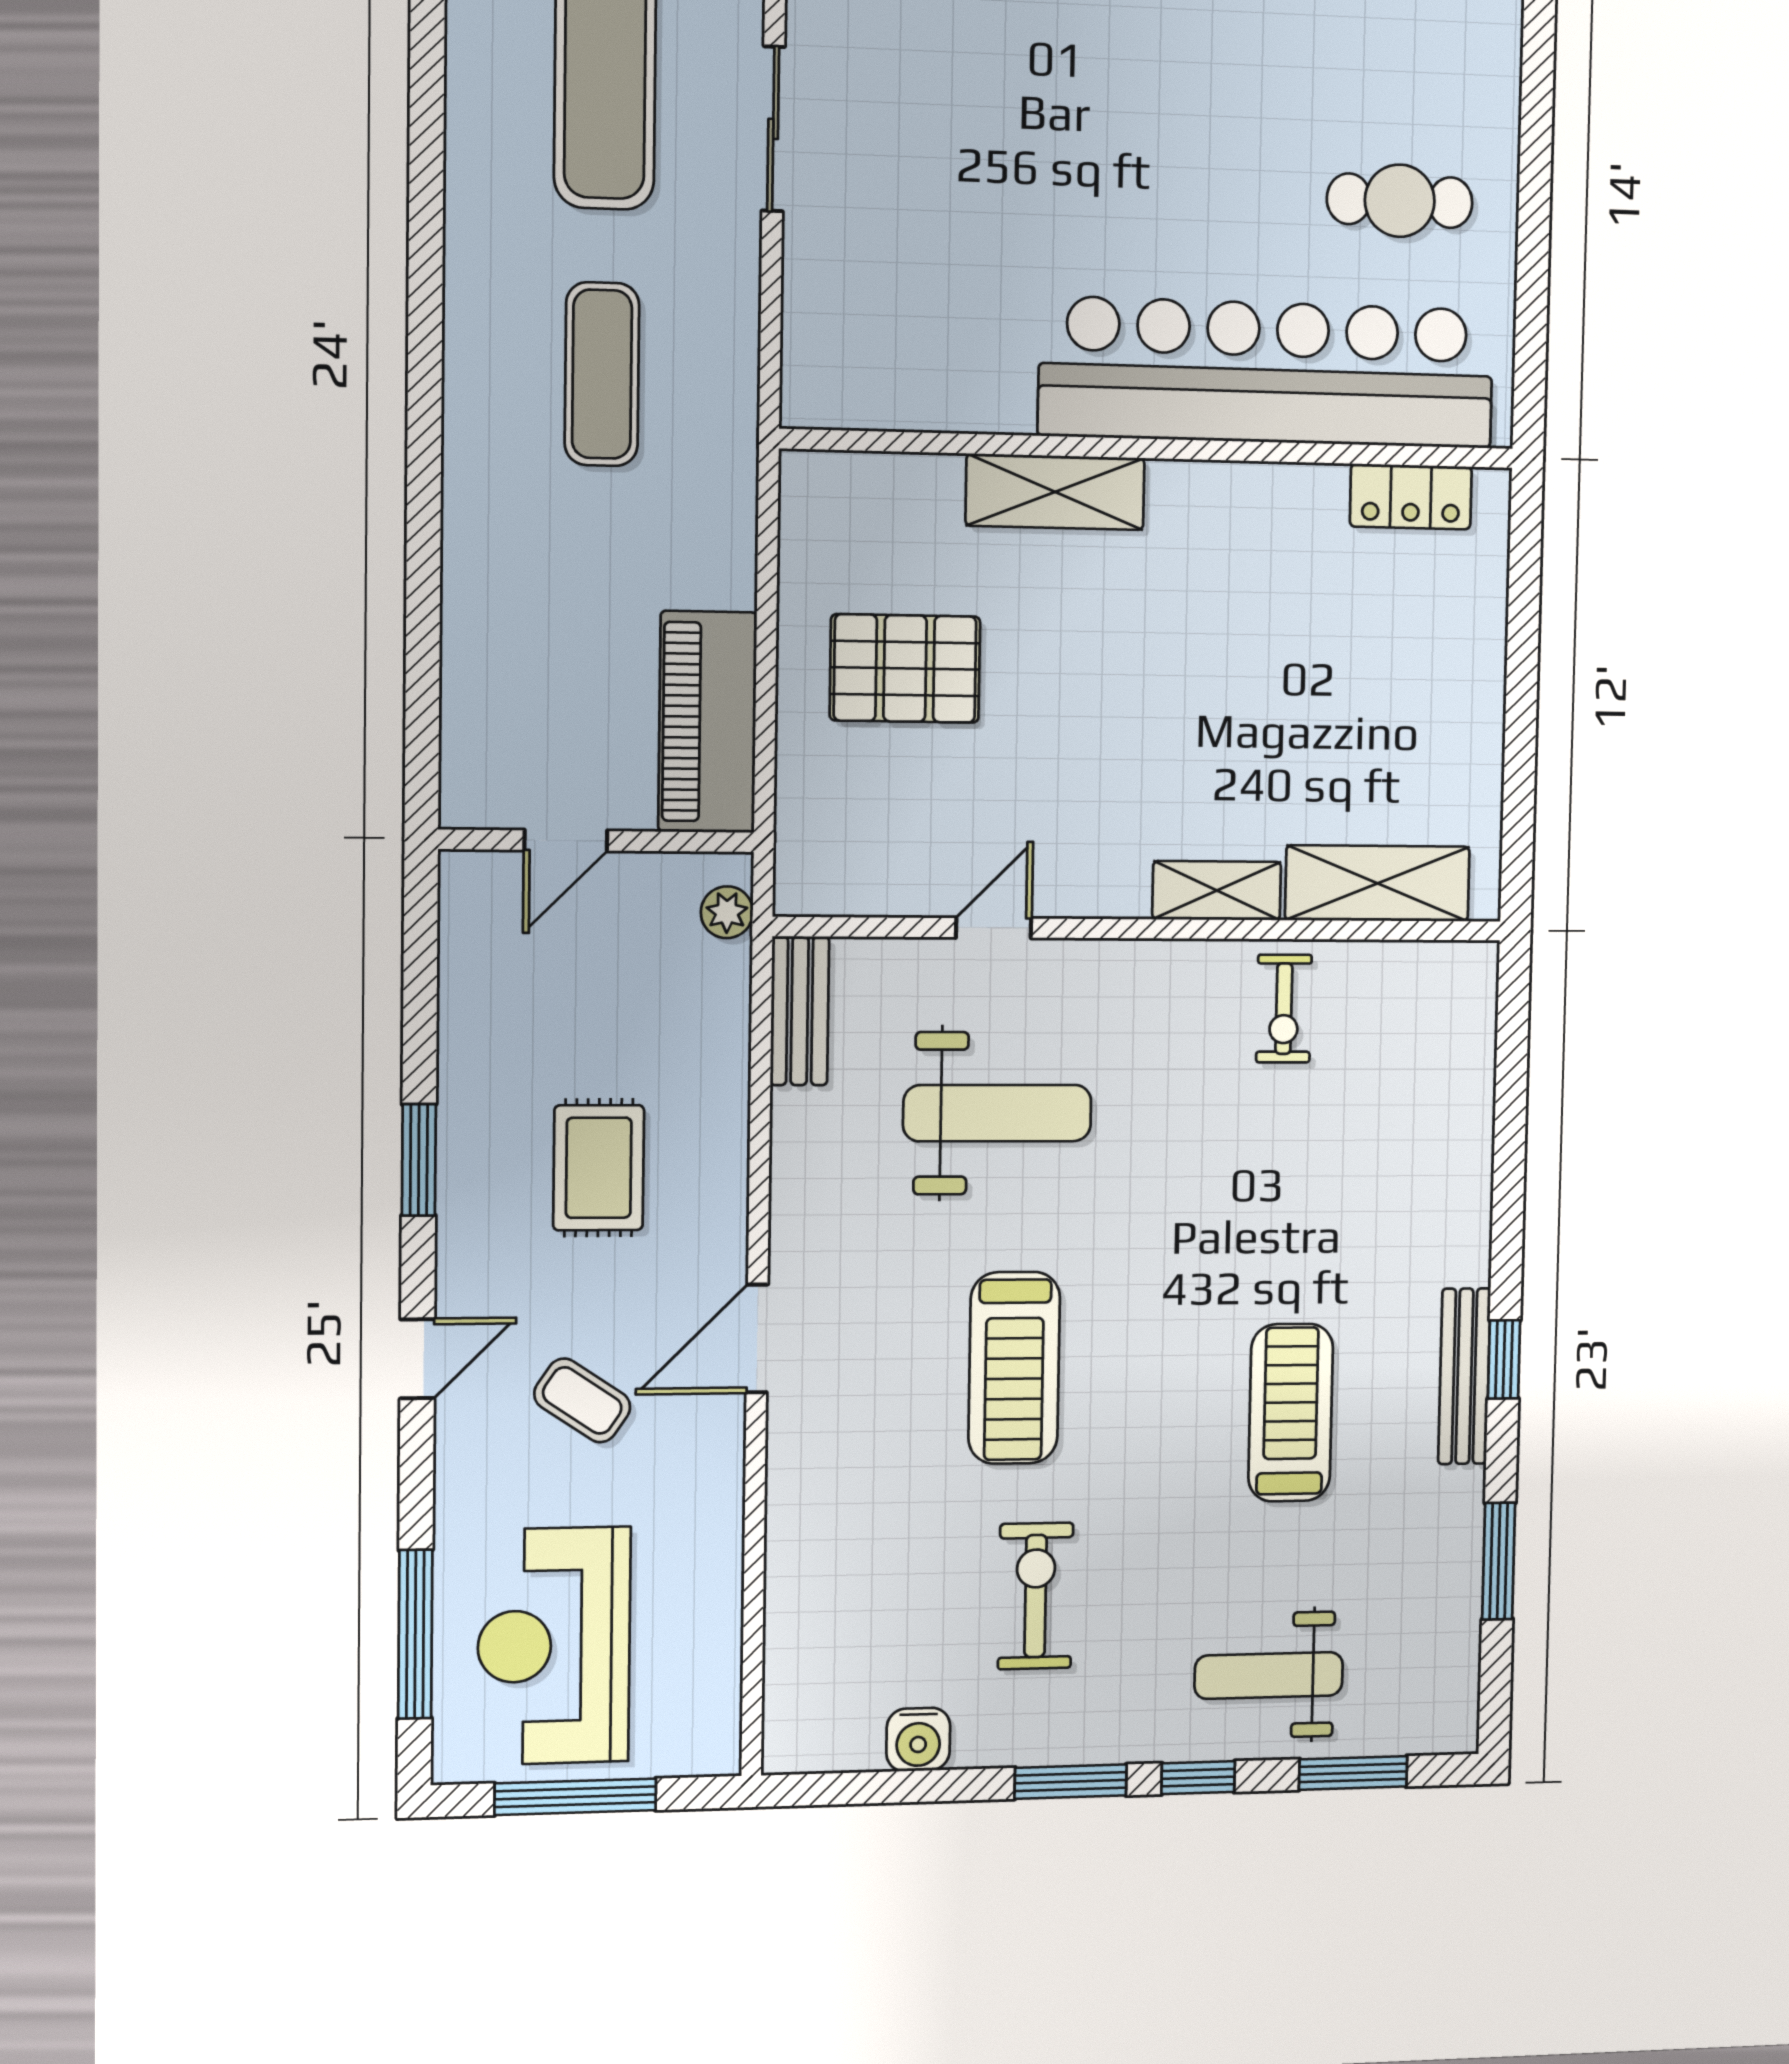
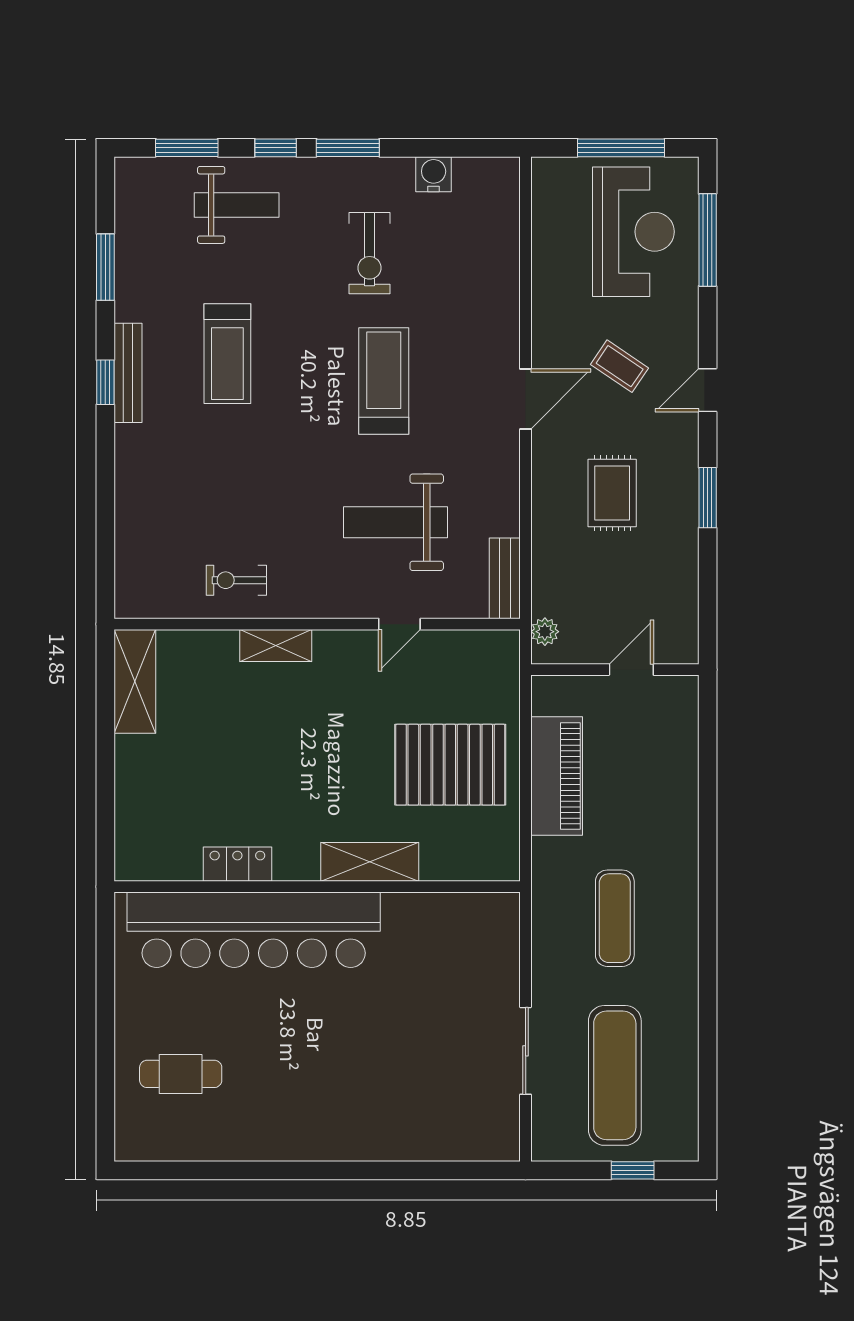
cafe table: (1400, 201) -> (181, 1074), moved
locker: (1411, 497) -> (237, 864), moved
pallet: (905, 668) -> (450, 765), width x1.37, depth x1.41
piano: (708, 722) -> (557, 776), moved
shelving: (1377, 883) -> (135, 681), moved, turned 90
exercise bike: (1284, 1009) -> (236, 580), turned -90

